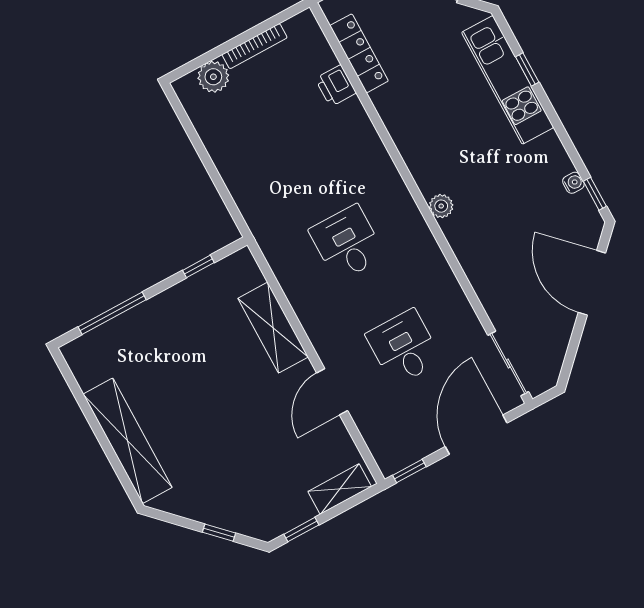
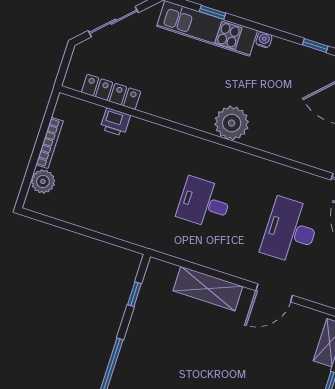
water cooler: (573, 183) -> (264, 40), moved
plant: (441, 206) -> (232, 123), width x1.88, depth x1.88
desk: (404, 347) -> (290, 231), width x1.37
door: (332, 392) -> (274, 293), hinge flipped

